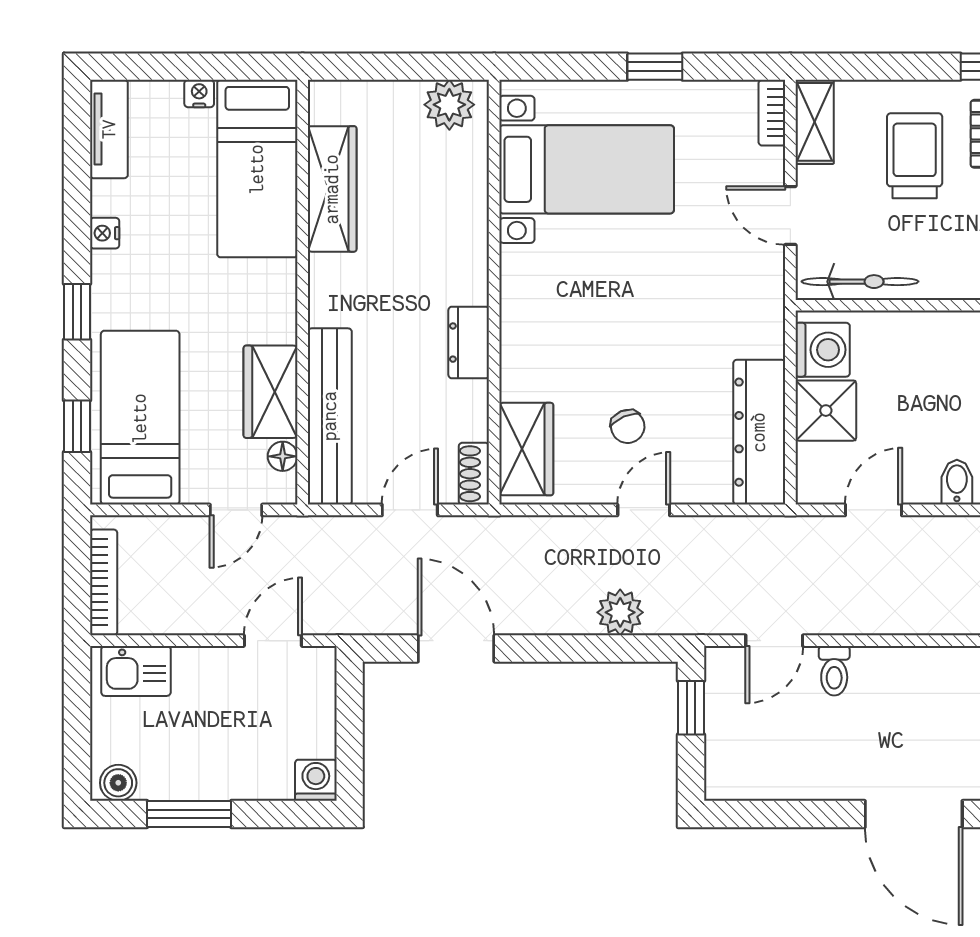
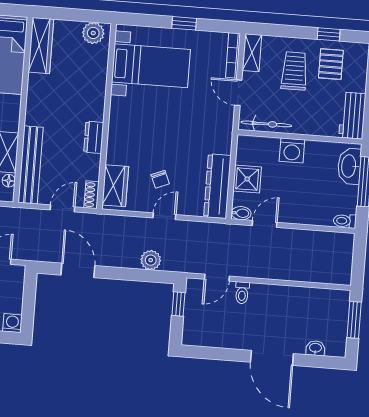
bookcase: (772, 113) -> (233, 55), width x1.56
wardrobe: (332, 189) -> (41, 46), moved
washing machine: (823, 350) -> (292, 150), moved, turned 90
bidet: (957, 482) -> (241, 213), moved, turned 90

